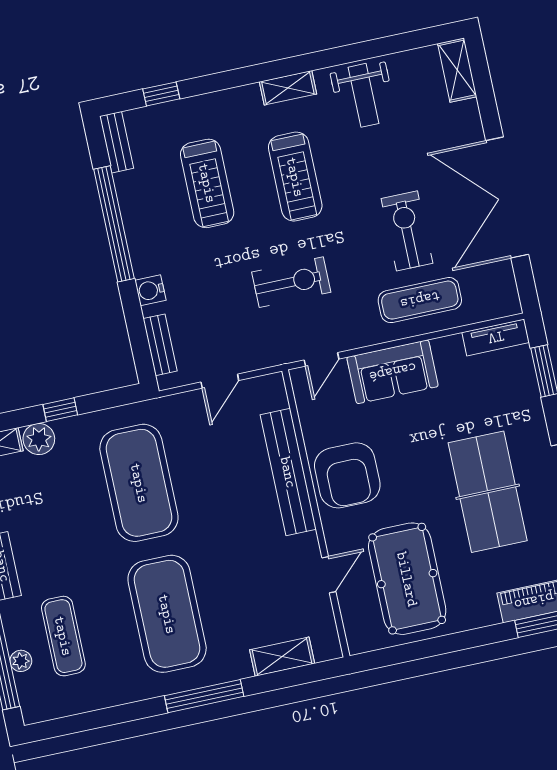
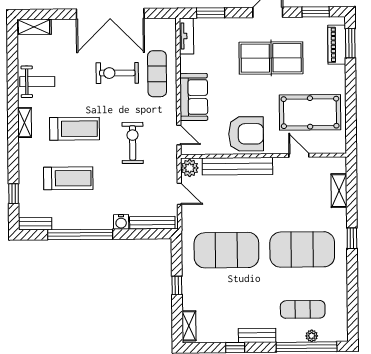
bench: (160, 345) -> (152, 223), width x1.36
plant: (39, 439) -> (190, 168), moved
window: (204, 696) -> (352, 238), width x0.46

